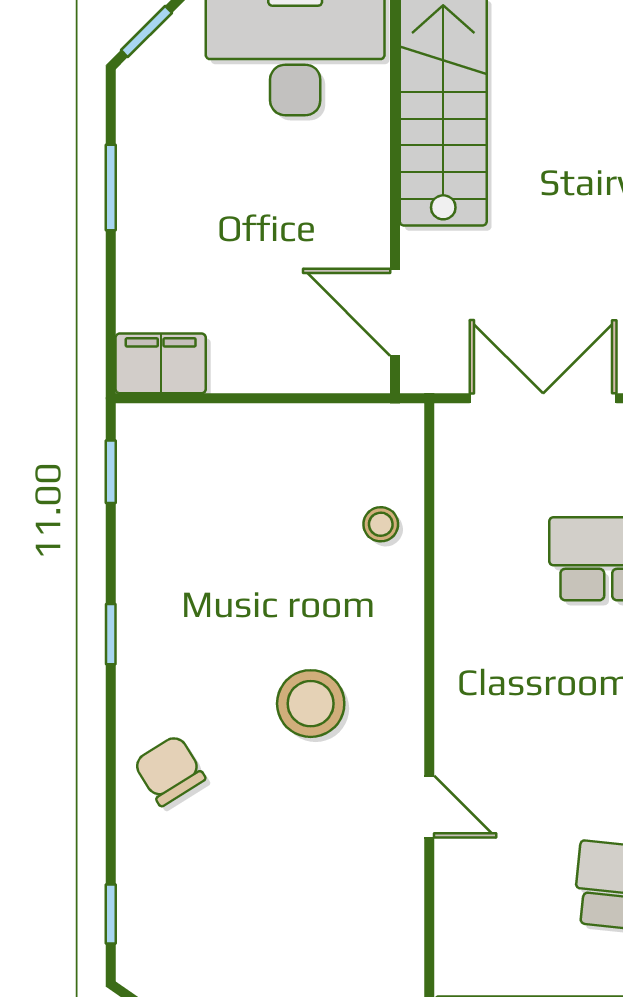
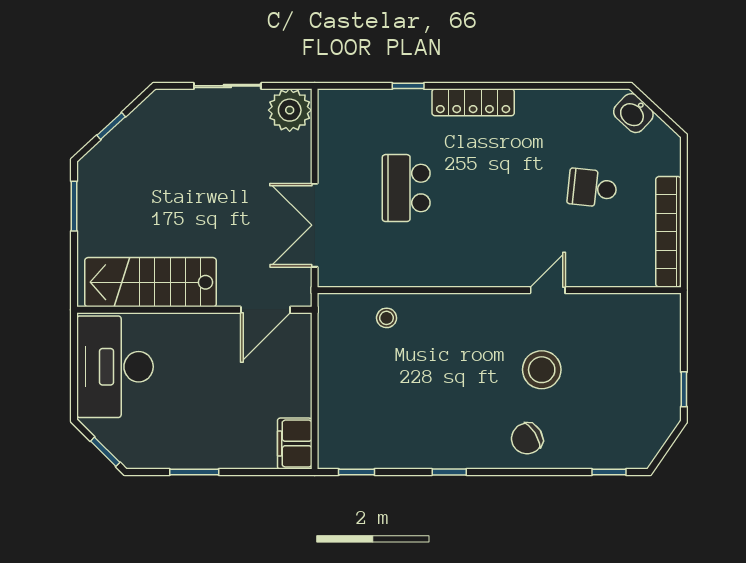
stool: (311, 704) -> (542, 370), moved

